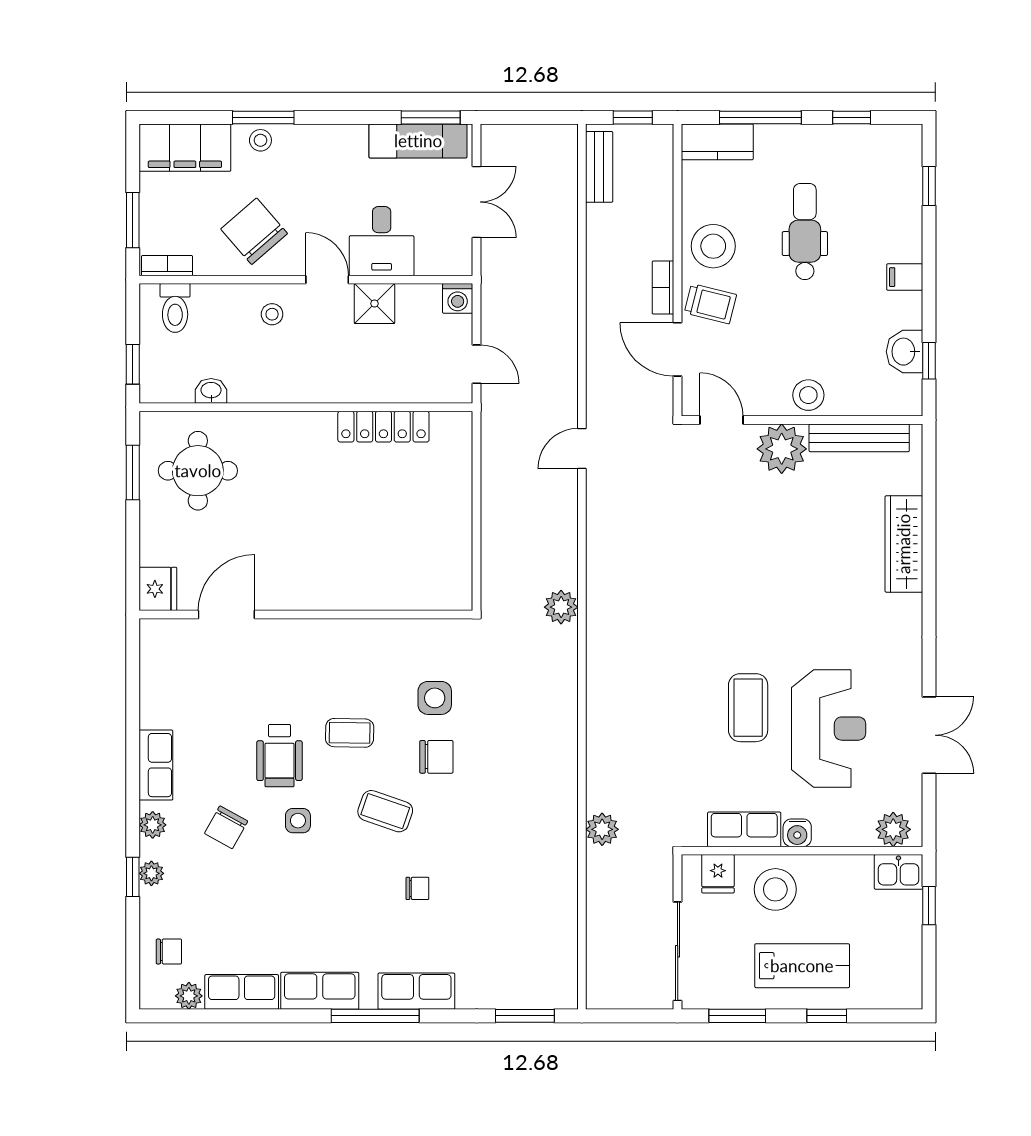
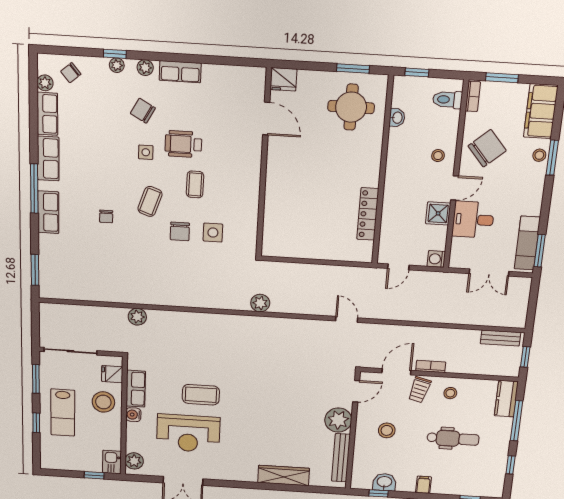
stool: (713, 246) -> (450, 393), width x0.53, depth x0.53
stool: (808, 395) -> (387, 430), moved
chair: (169, 952) -> (71, 73), turned 50

